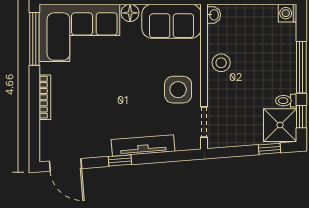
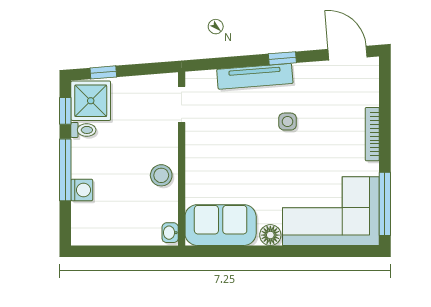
washing machine: (287, 13) -> (82, 190), moved
side table: (178, 90) -> (287, 122), moved, width x0.54, depth x0.54

